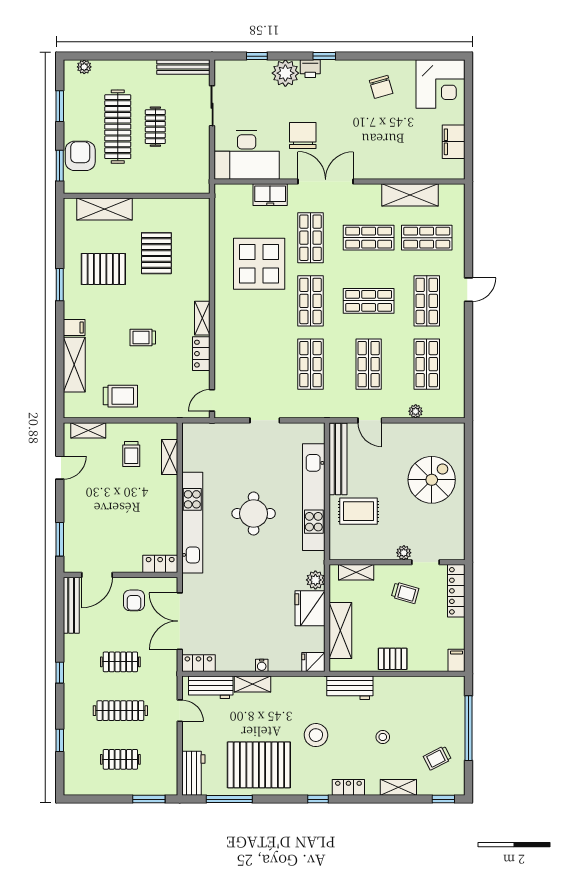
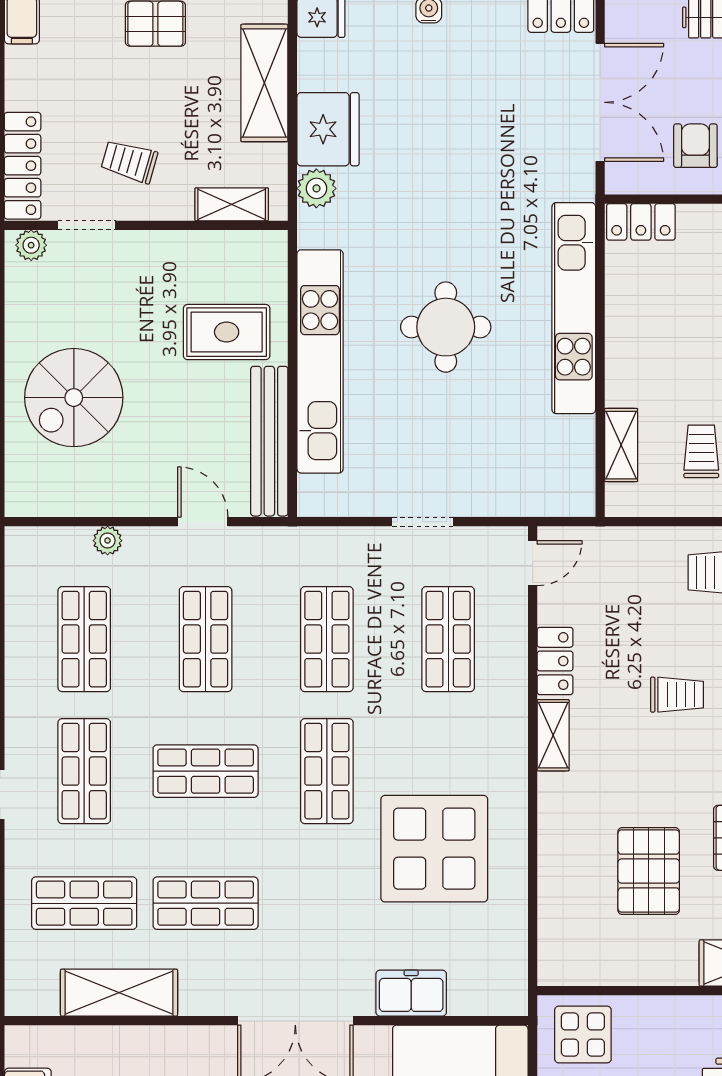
display table: (188, 175) -> (583, 1035), added
shop shelf: (311, 238) -> (448, 639), moved
plant: (404, 553) -> (31, 245), moved

